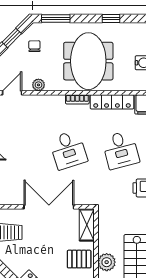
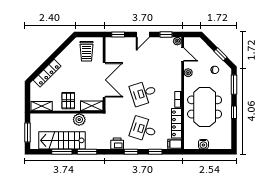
window: (111, 18) -> (234, 112), moved
meeting table: (88, 61) -> (205, 107), turned 90
desk: (121, 150) -> (143, 129), turned 33
plant: (107, 262) -> (79, 120), moved

